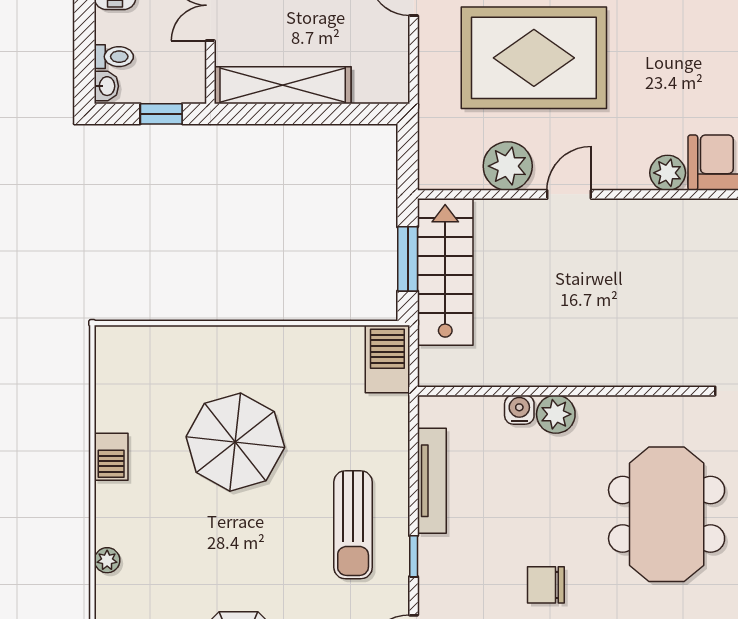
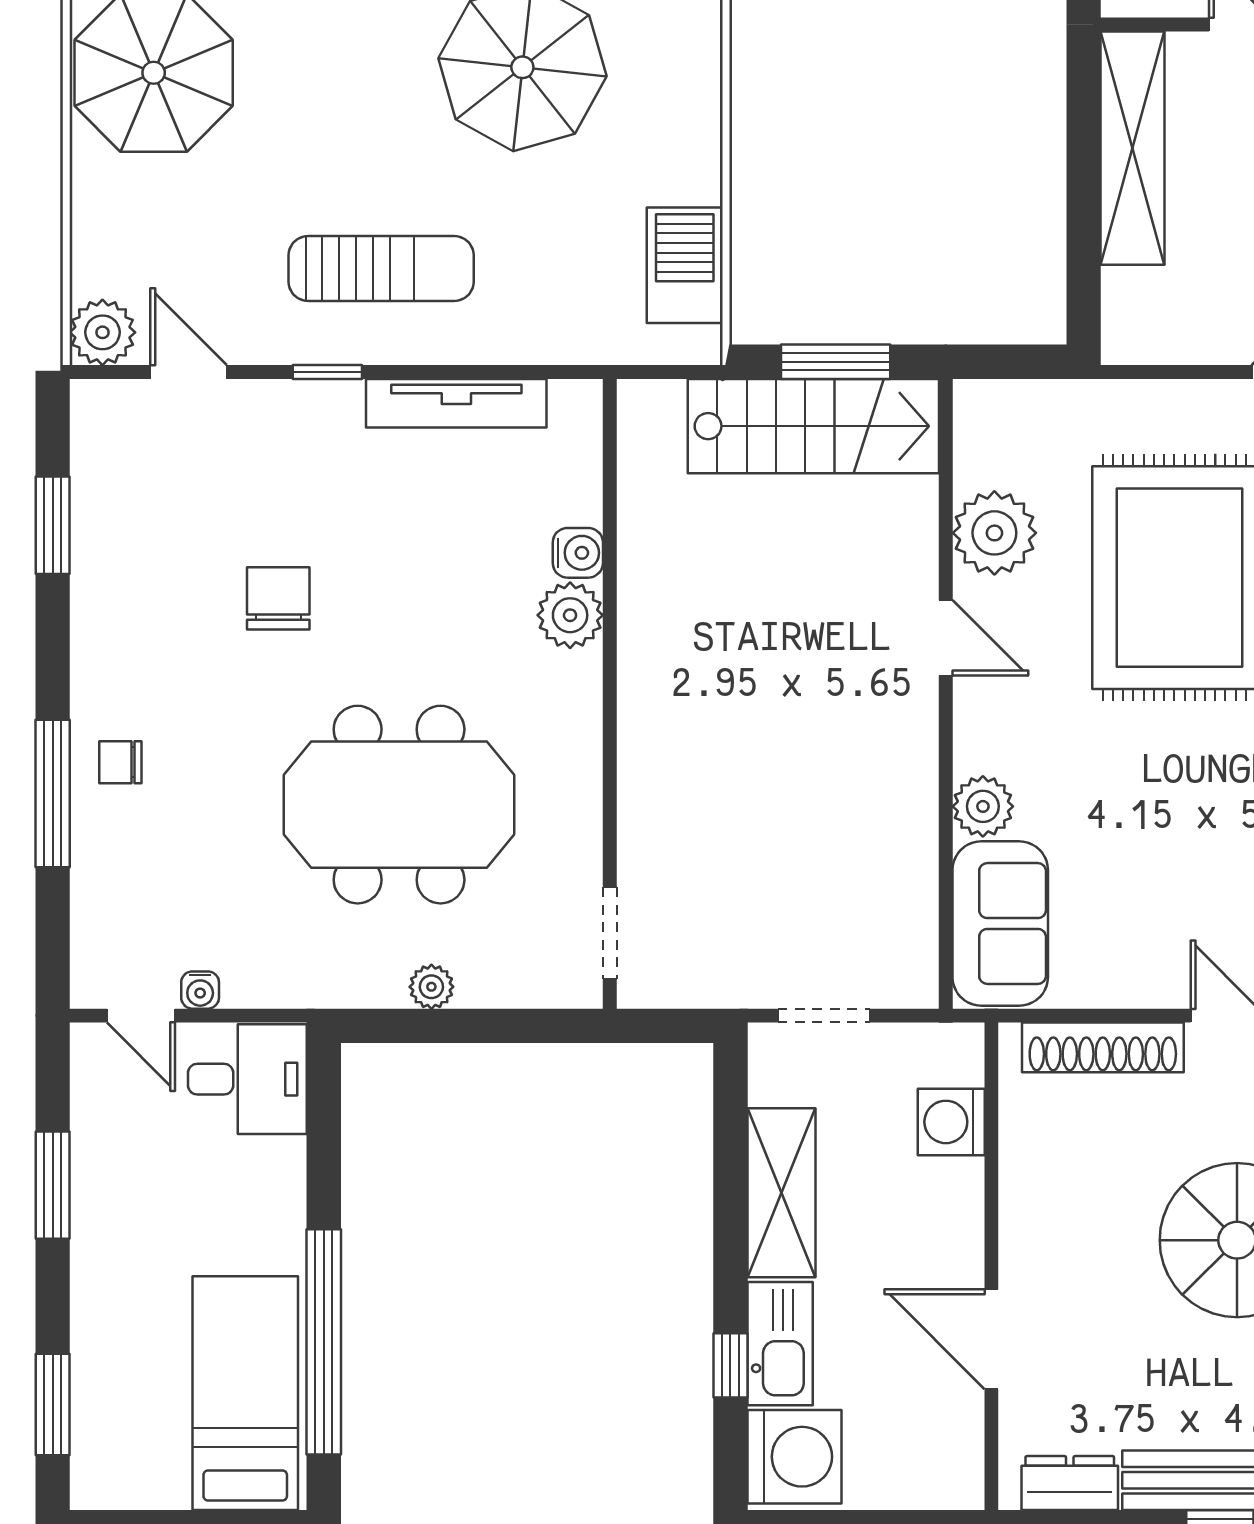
barbecue: (387, 359) -> (685, 265), moved, turned -90
sun lounger: (353, 525) -> (381, 269), turned 180

